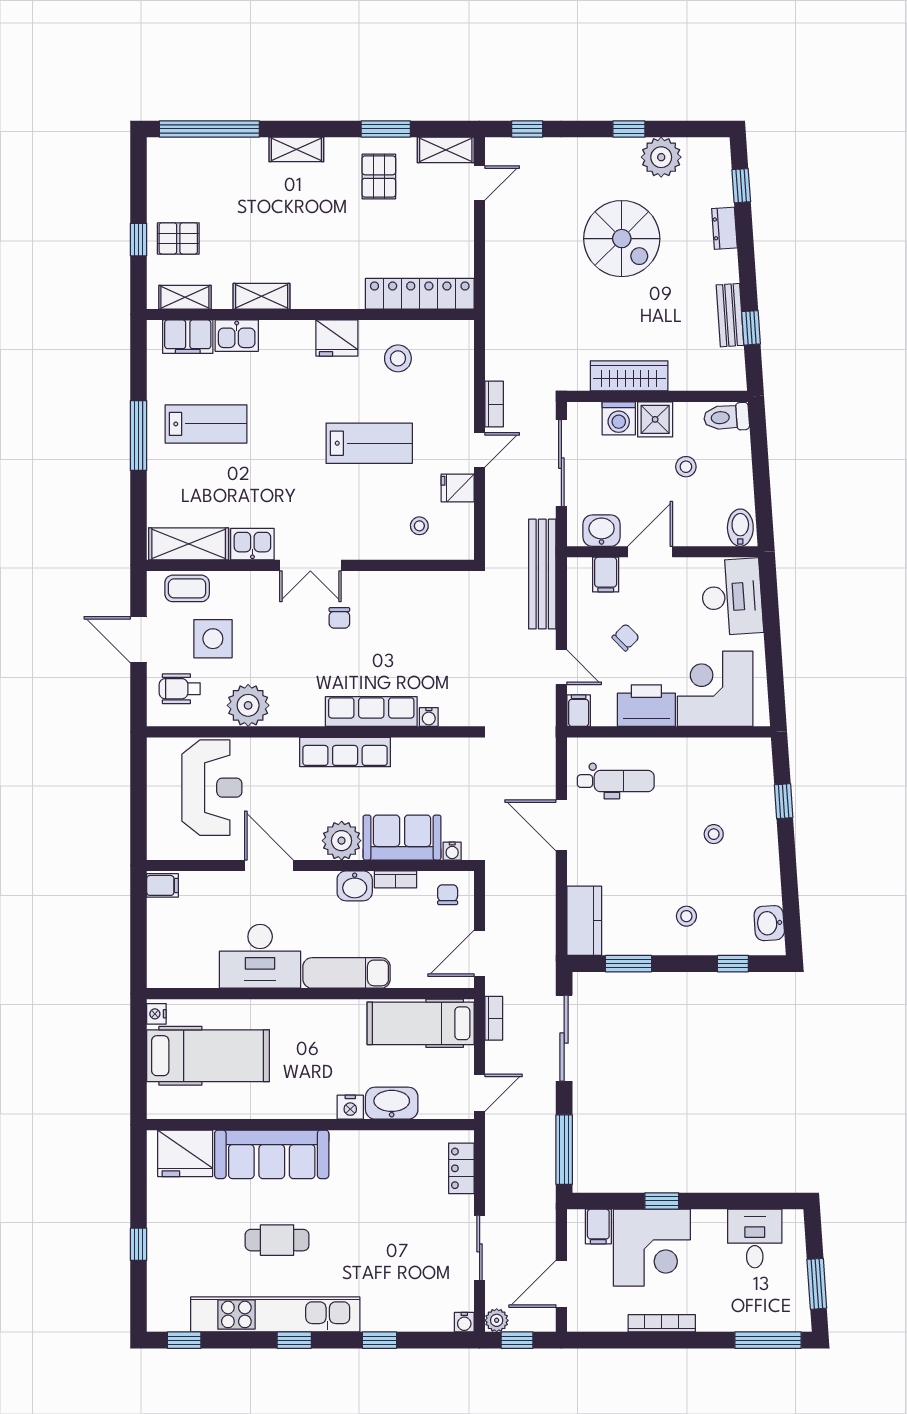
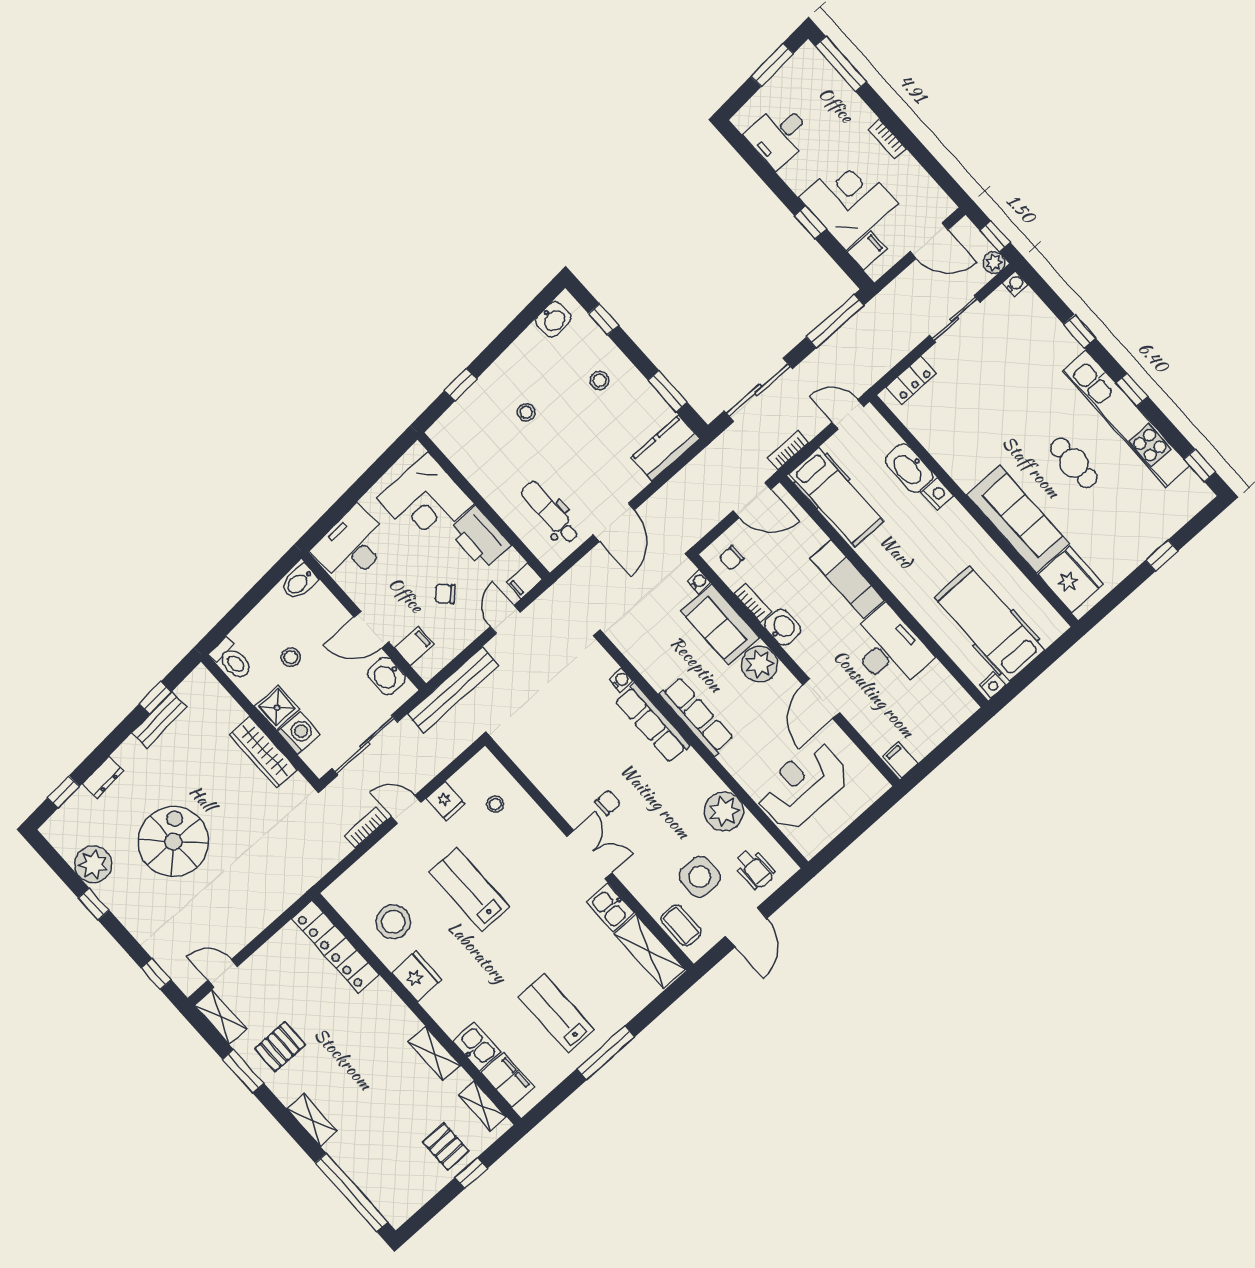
stool: (398, 358) -> (393, 922), width x1.38, depth x1.38
bookcase: (662, 1323) -> (887, 139), width x0.64

